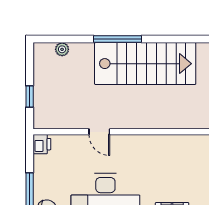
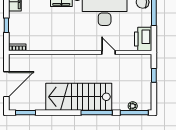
window: (60, 39) -> (134, 113), added
printer: (42, 144) -> (143, 39), width x1.87, depth x1.48

